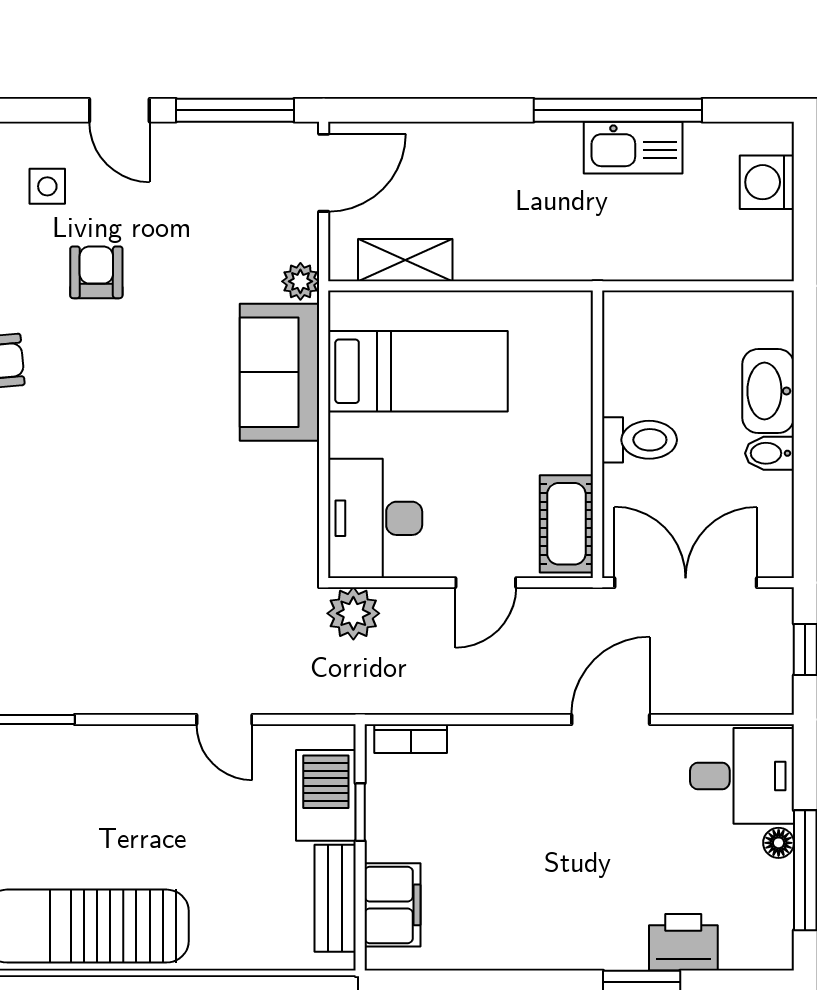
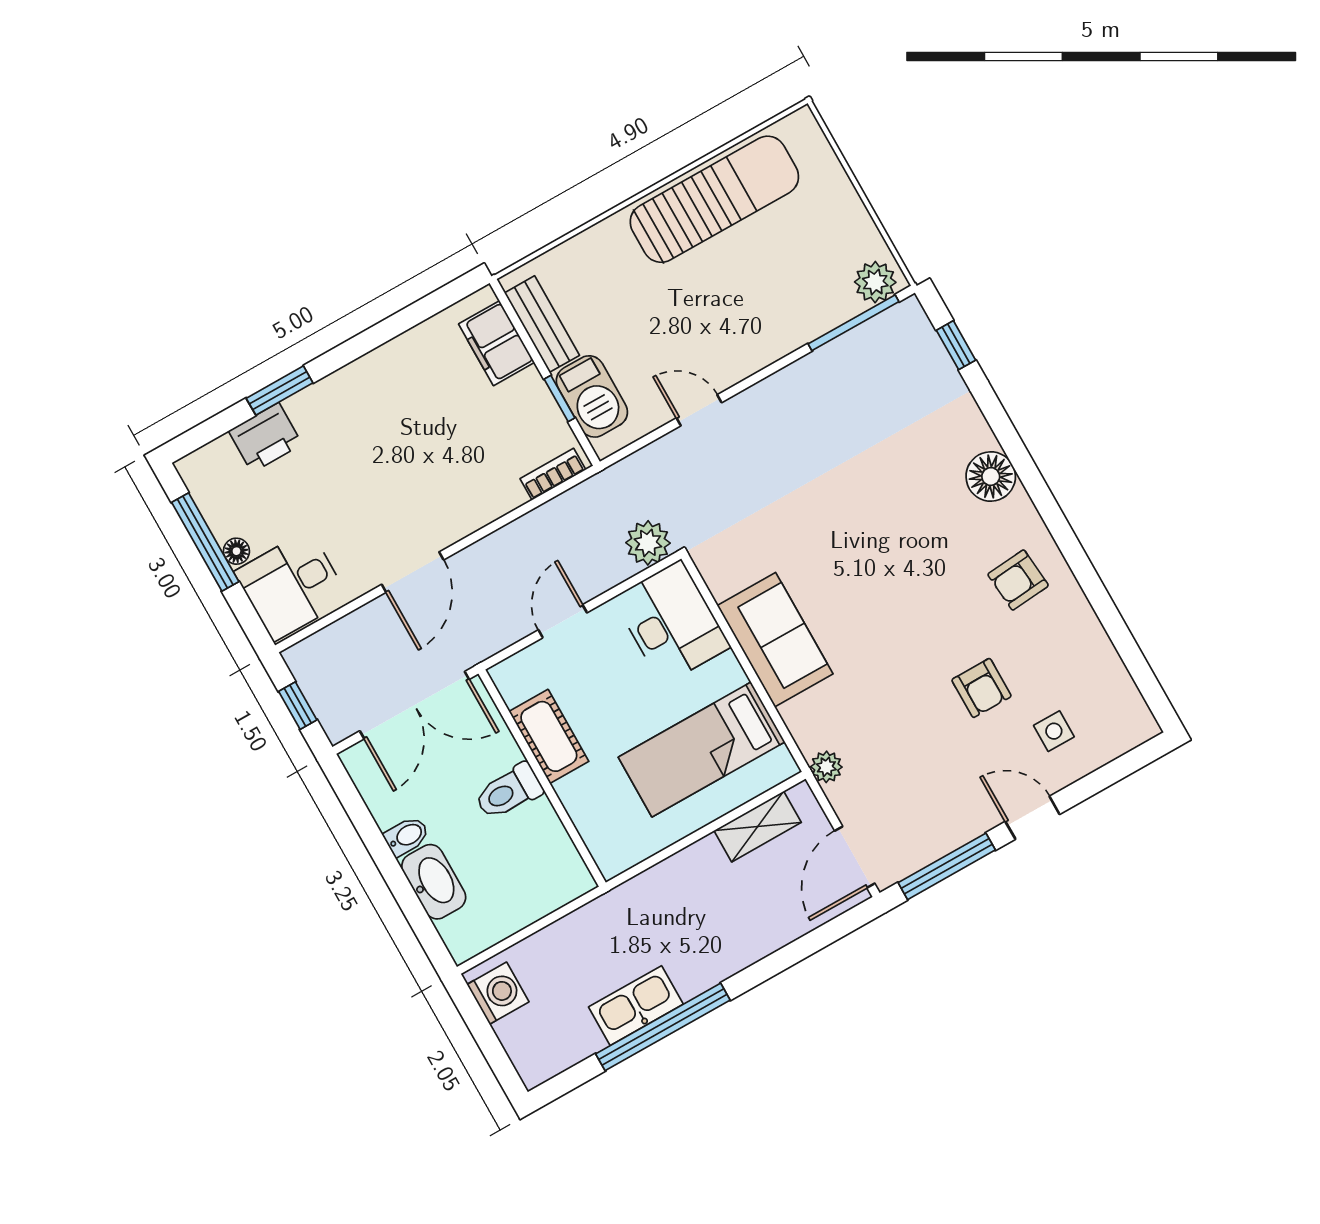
washing machine: (767, 182) -> (498, 993), moved
sofa: (279, 372) -> (775, 640), moved
cot: (566, 524) -> (549, 736), moved

